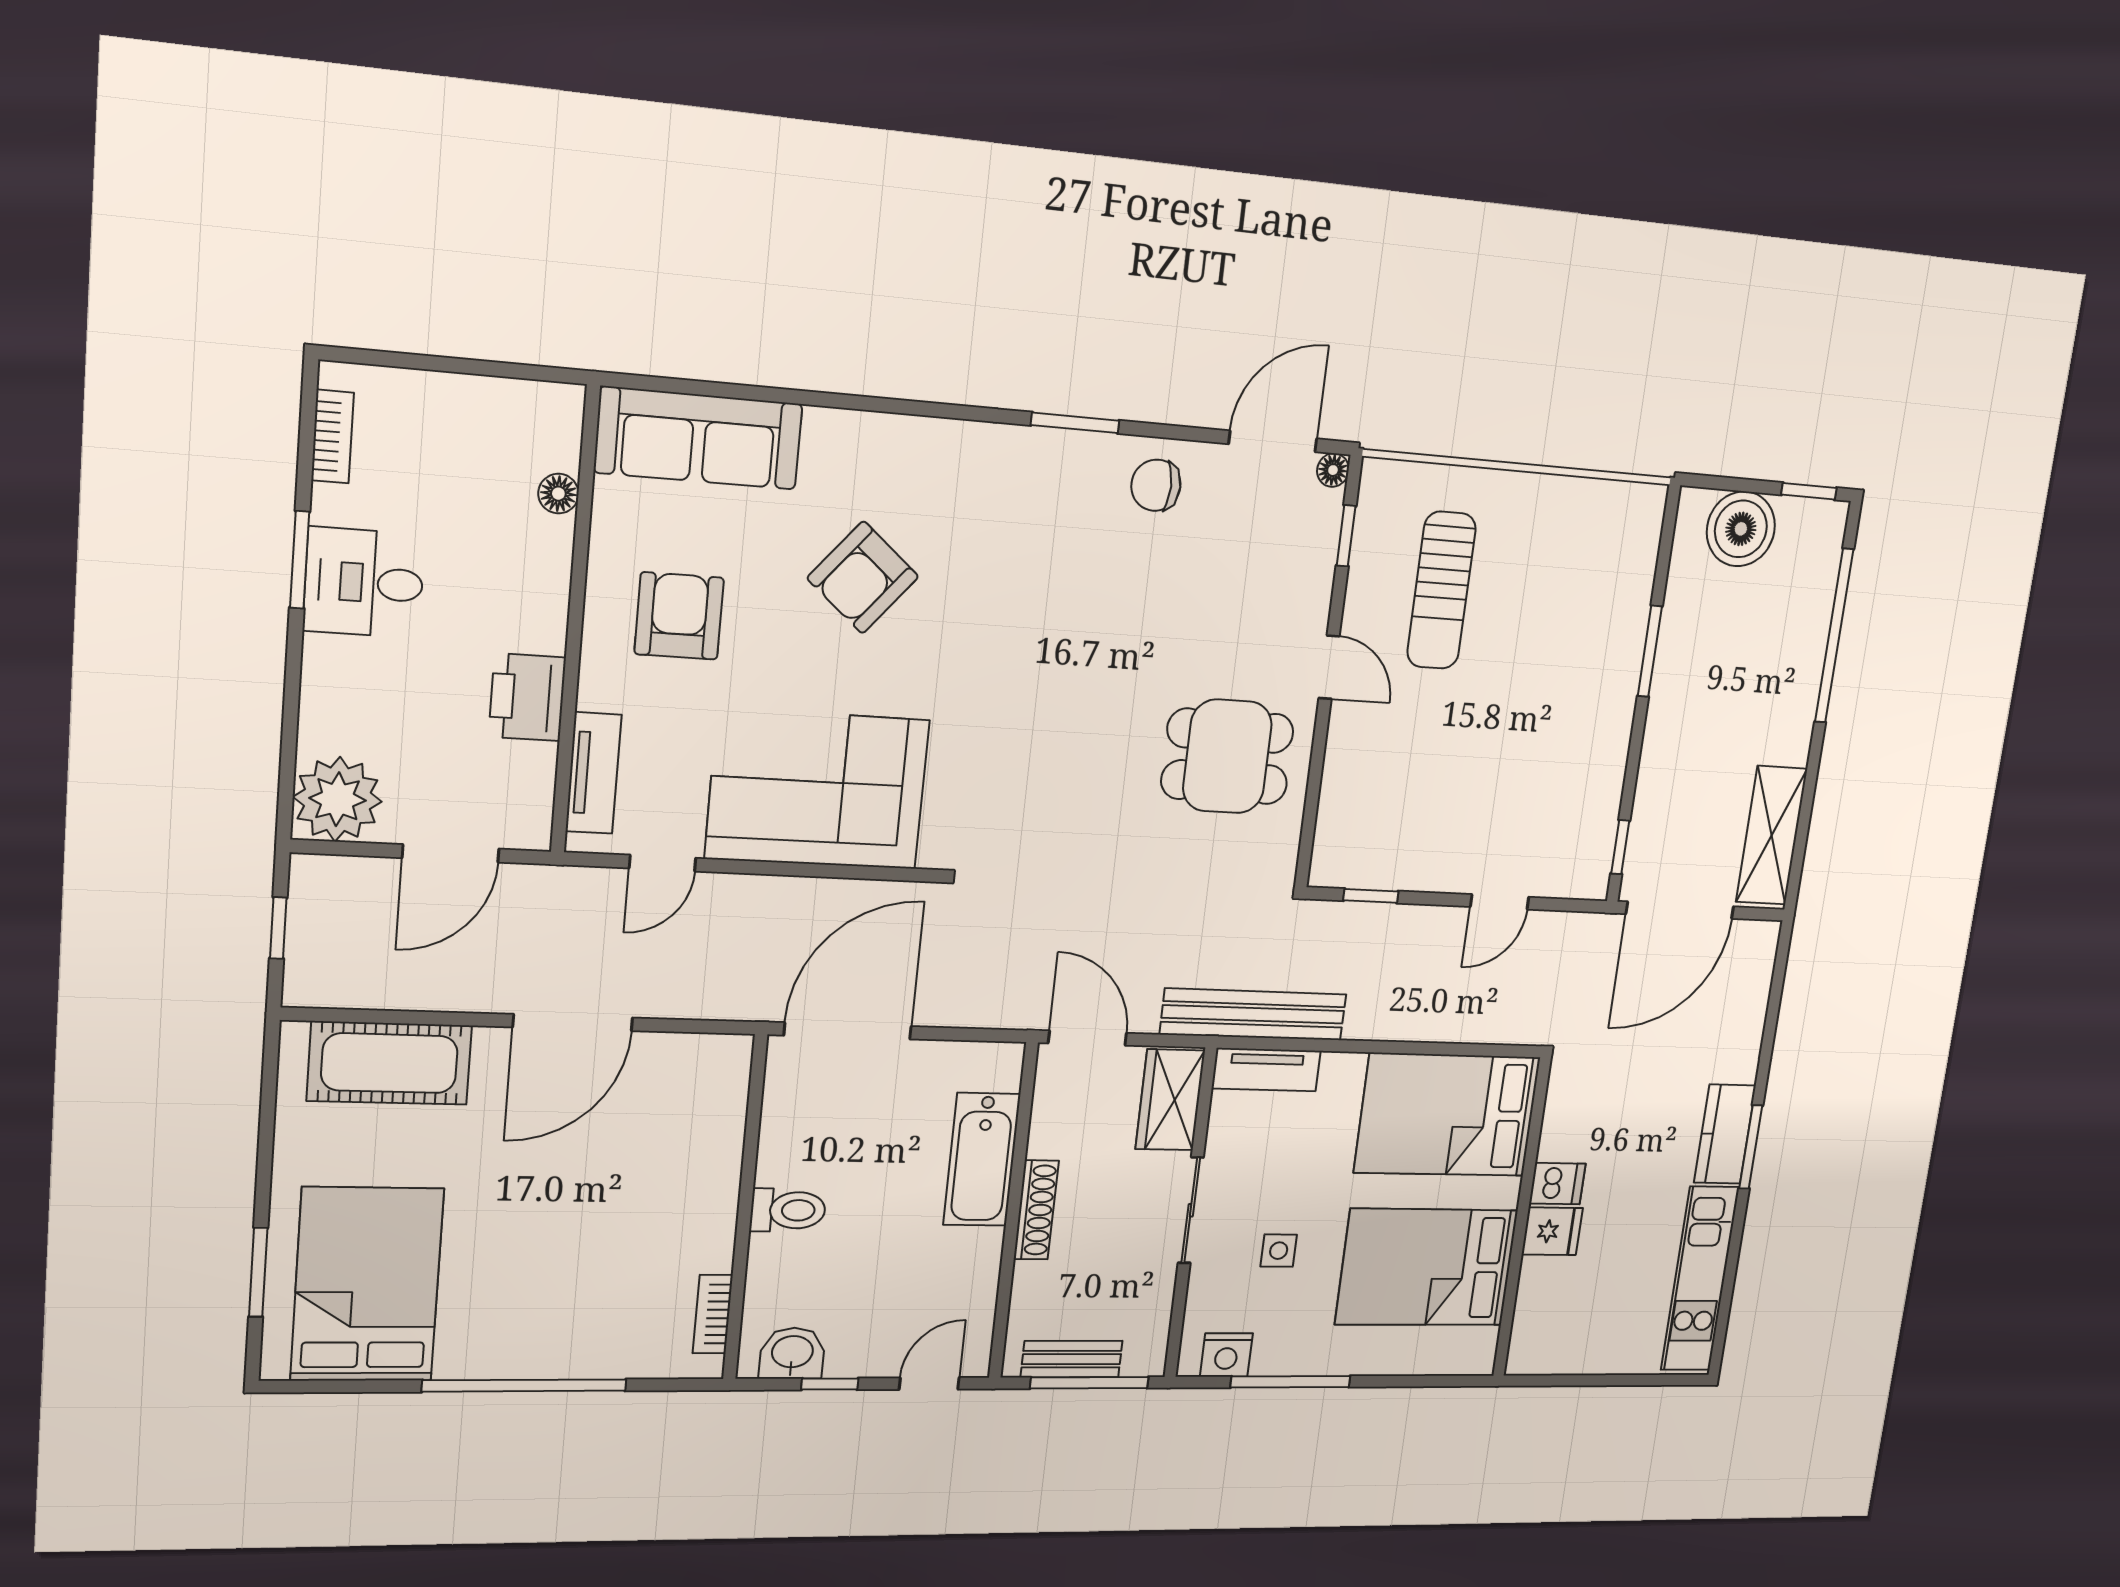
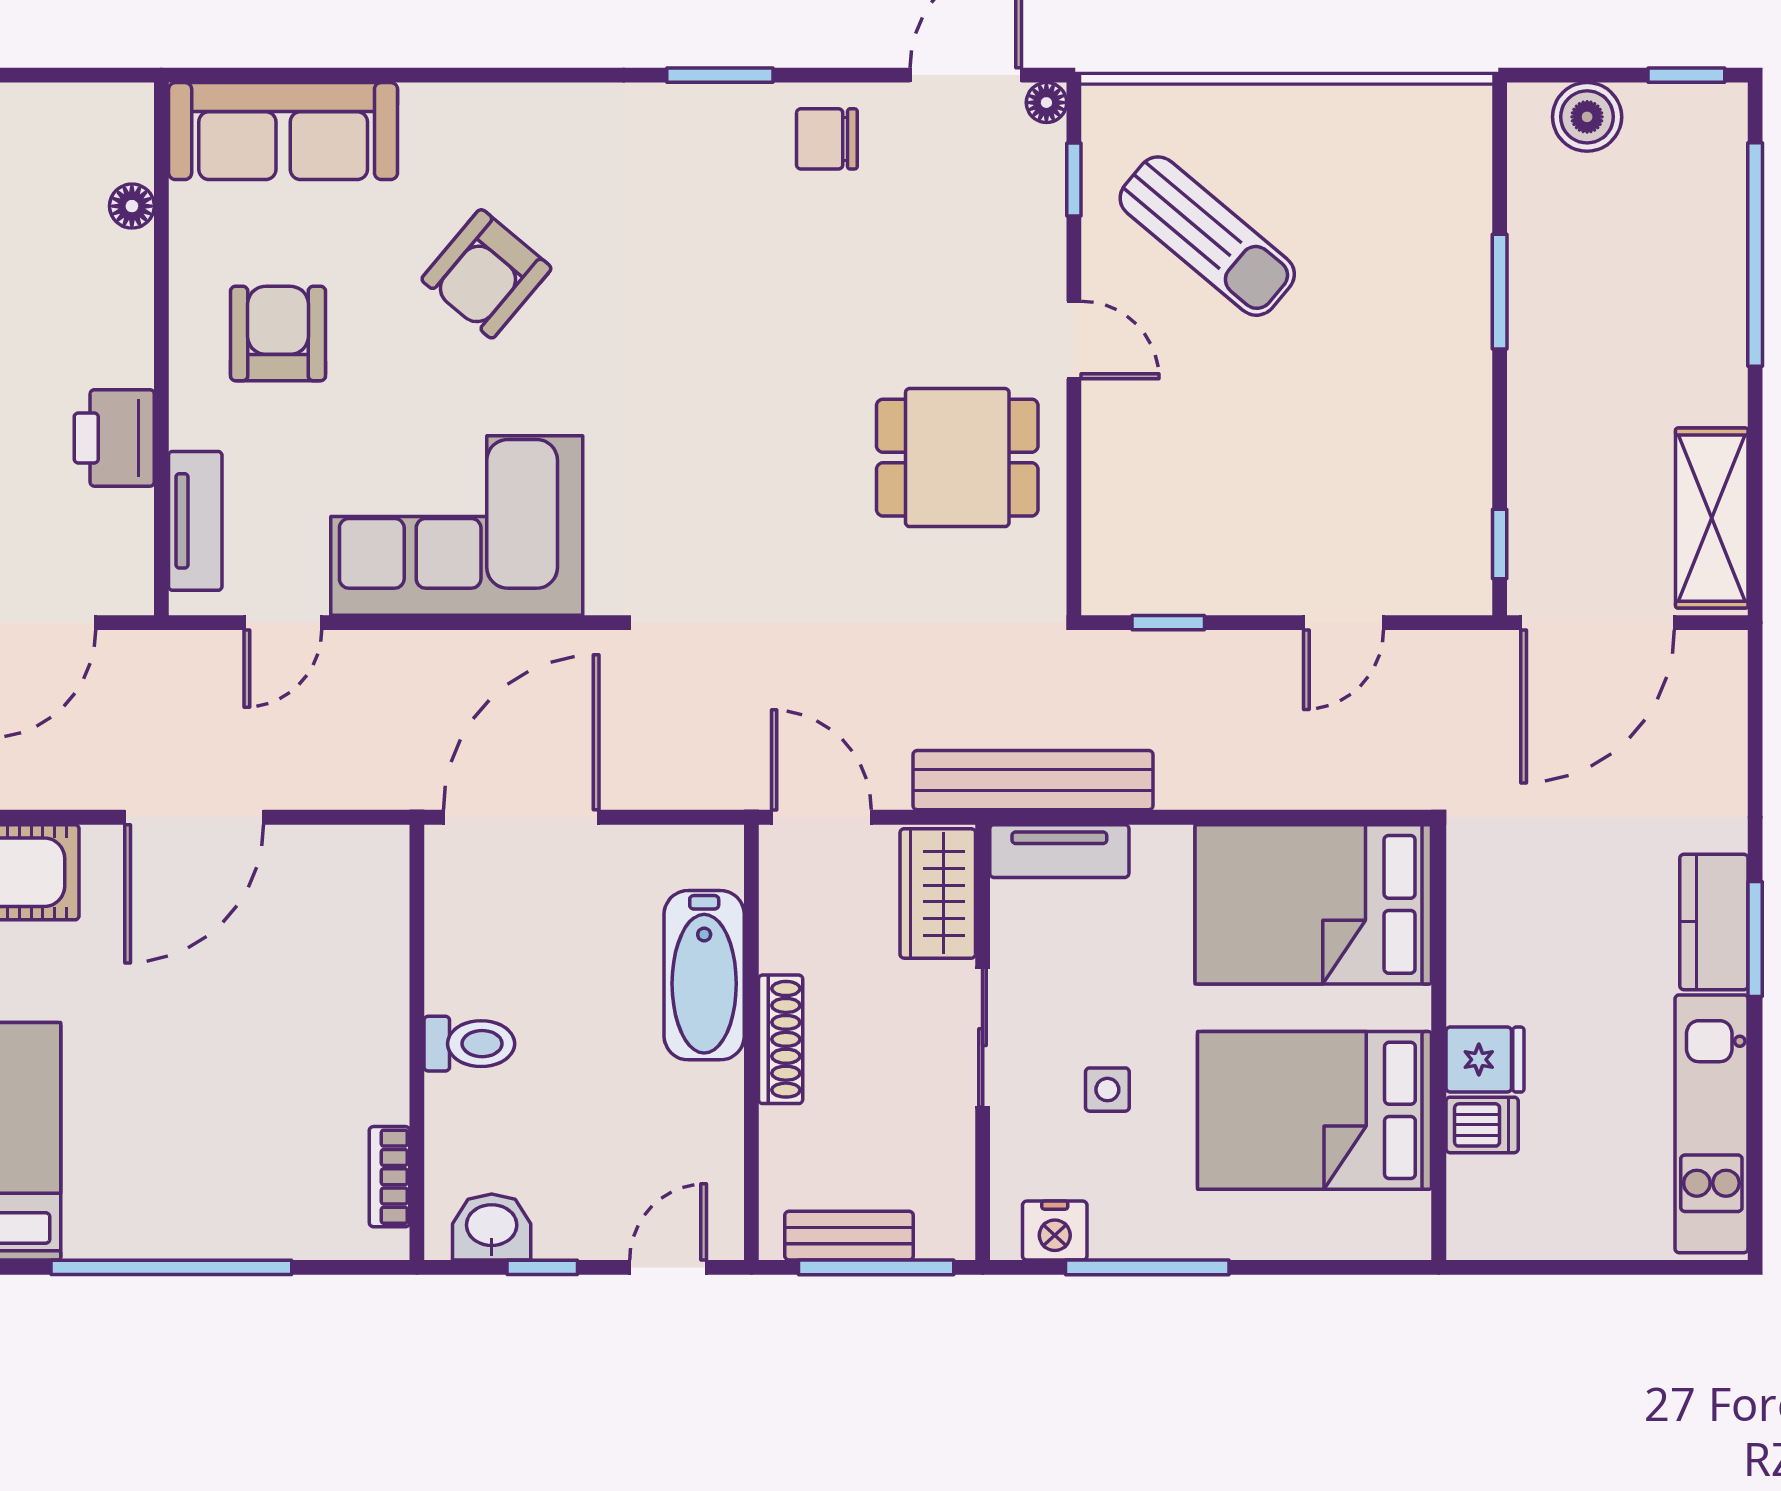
boiler: (1741, 529) -> (1587, 117), width x0.73, depth x0.73
sun lounger: (1441, 590) -> (1207, 236), turned -50
dishwasher: (1557, 1184) -> (1482, 1125), moved

